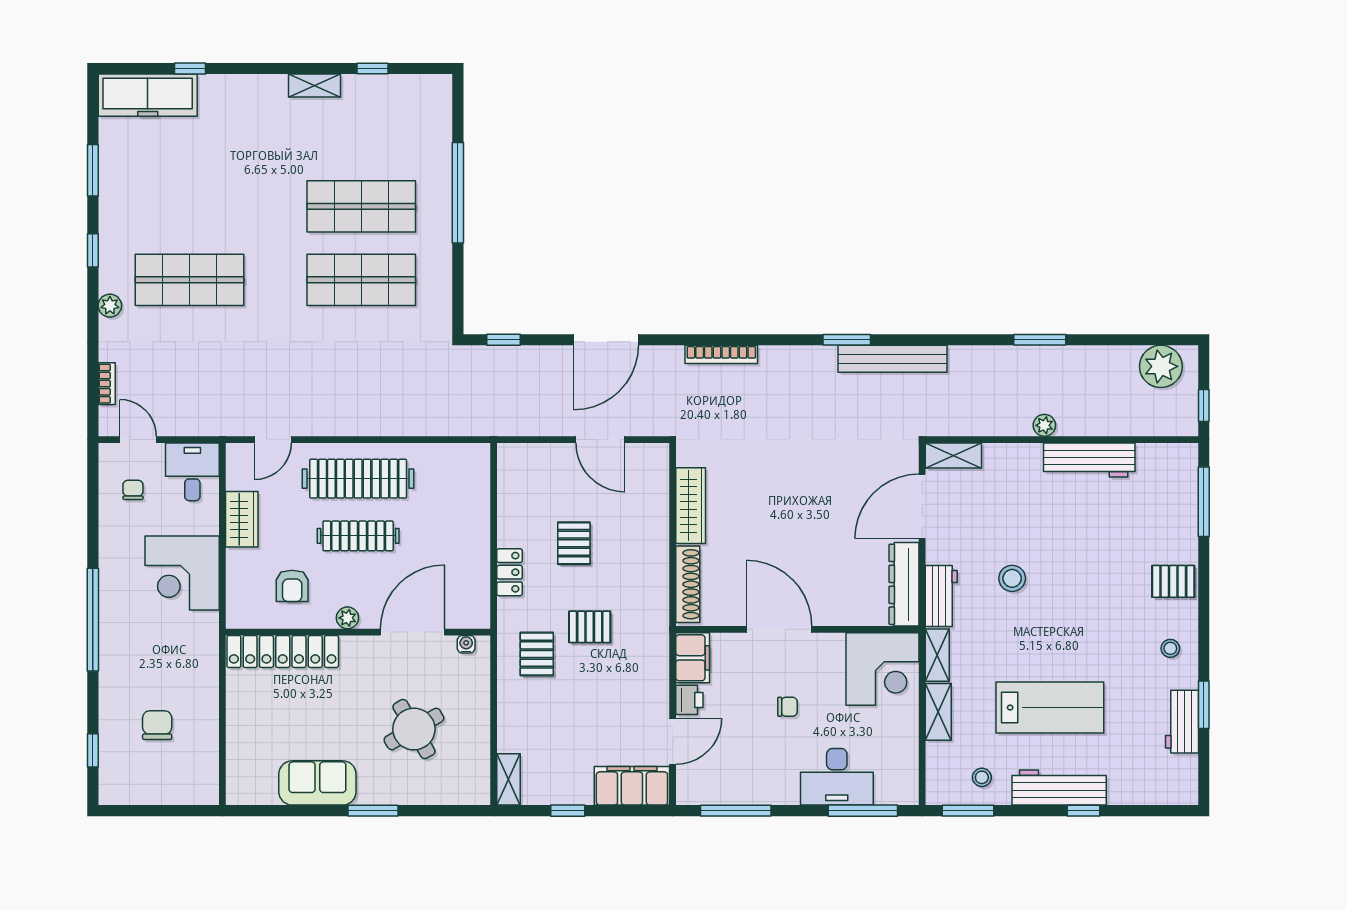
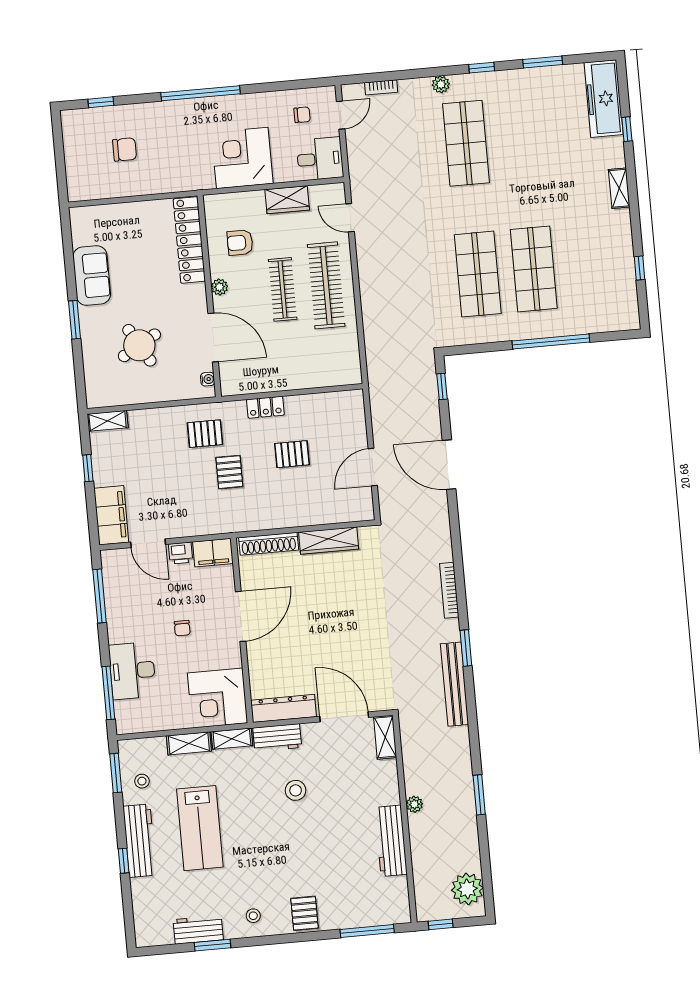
shelving: (315, 86) -> (619, 188), moved
bookcase: (721, 354) -> (449, 590), moved

